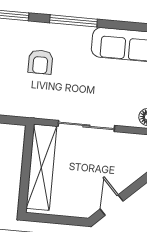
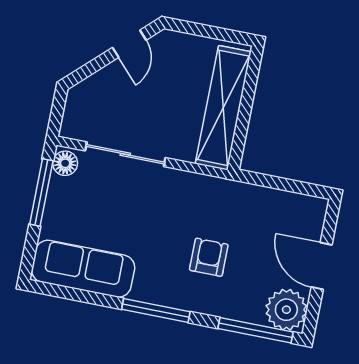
sliding door: (86, 126) -> (125, 154), moved

